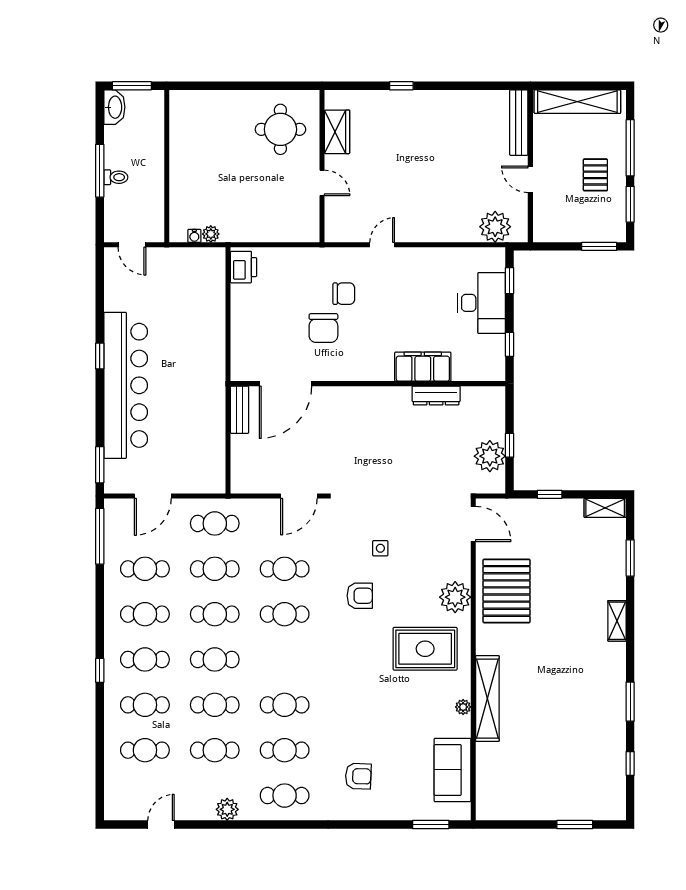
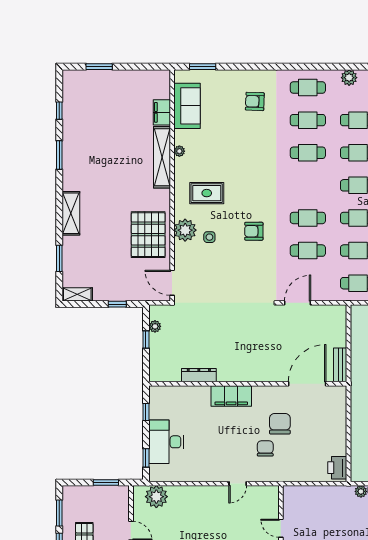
window: (599, 246) -> (106, 483), moved
chair: (344, 294) -> (265, 448), turned 90
filing cabinet: (423, 367) -> (231, 396), moved
plant: (490, 456) -> (155, 326), width x0.53, depth x0.53
side table: (380, 548) -> (209, 237), moved
shelving: (617, 621) -> (71, 213), width x1.50, depth x1.33
rug: (425, 649) -> (207, 193), width x0.73, depth x0.70
filing cabinet: (488, 761) -> (162, 112), added

